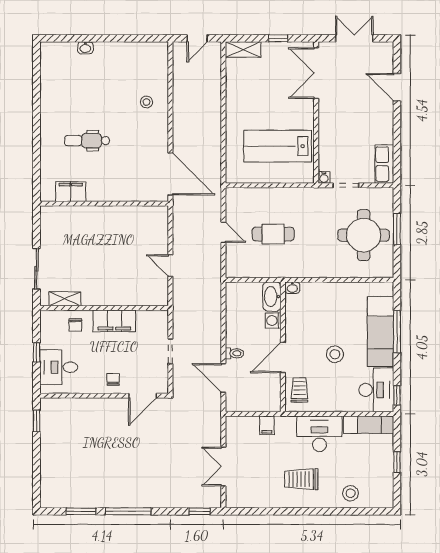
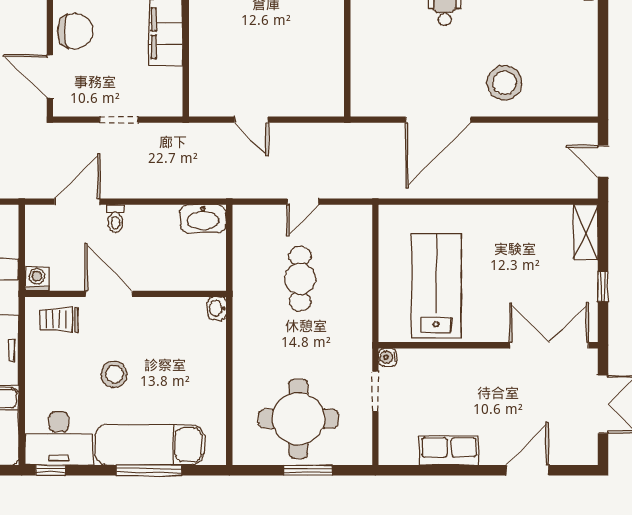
stool: (146, 102) -> (504, 83), width x1.89, depth x1.89
row of seats: (384, 164) -> (449, 451), moved
door: (170, 174) -> (438, 120), moved
door: (170, 266) -> (251, 120), swing flipped
washbasin: (272, 297) -> (203, 219), moved, turned 180
washing machine: (273, 320) -> (37, 279), moved
chair: (113, 379) -> (75, 31), width x1.87, depth x1.87
trolley: (300, 390) -> (59, 320), turned 180

